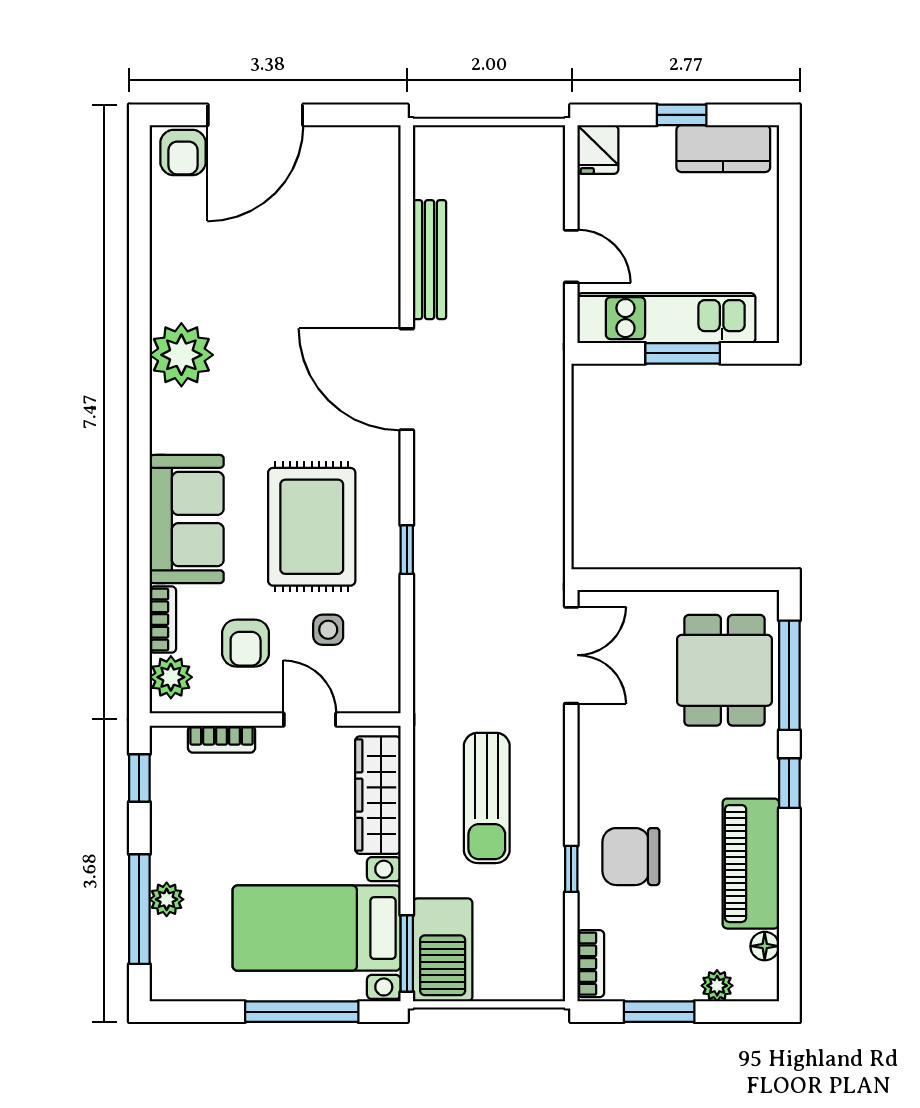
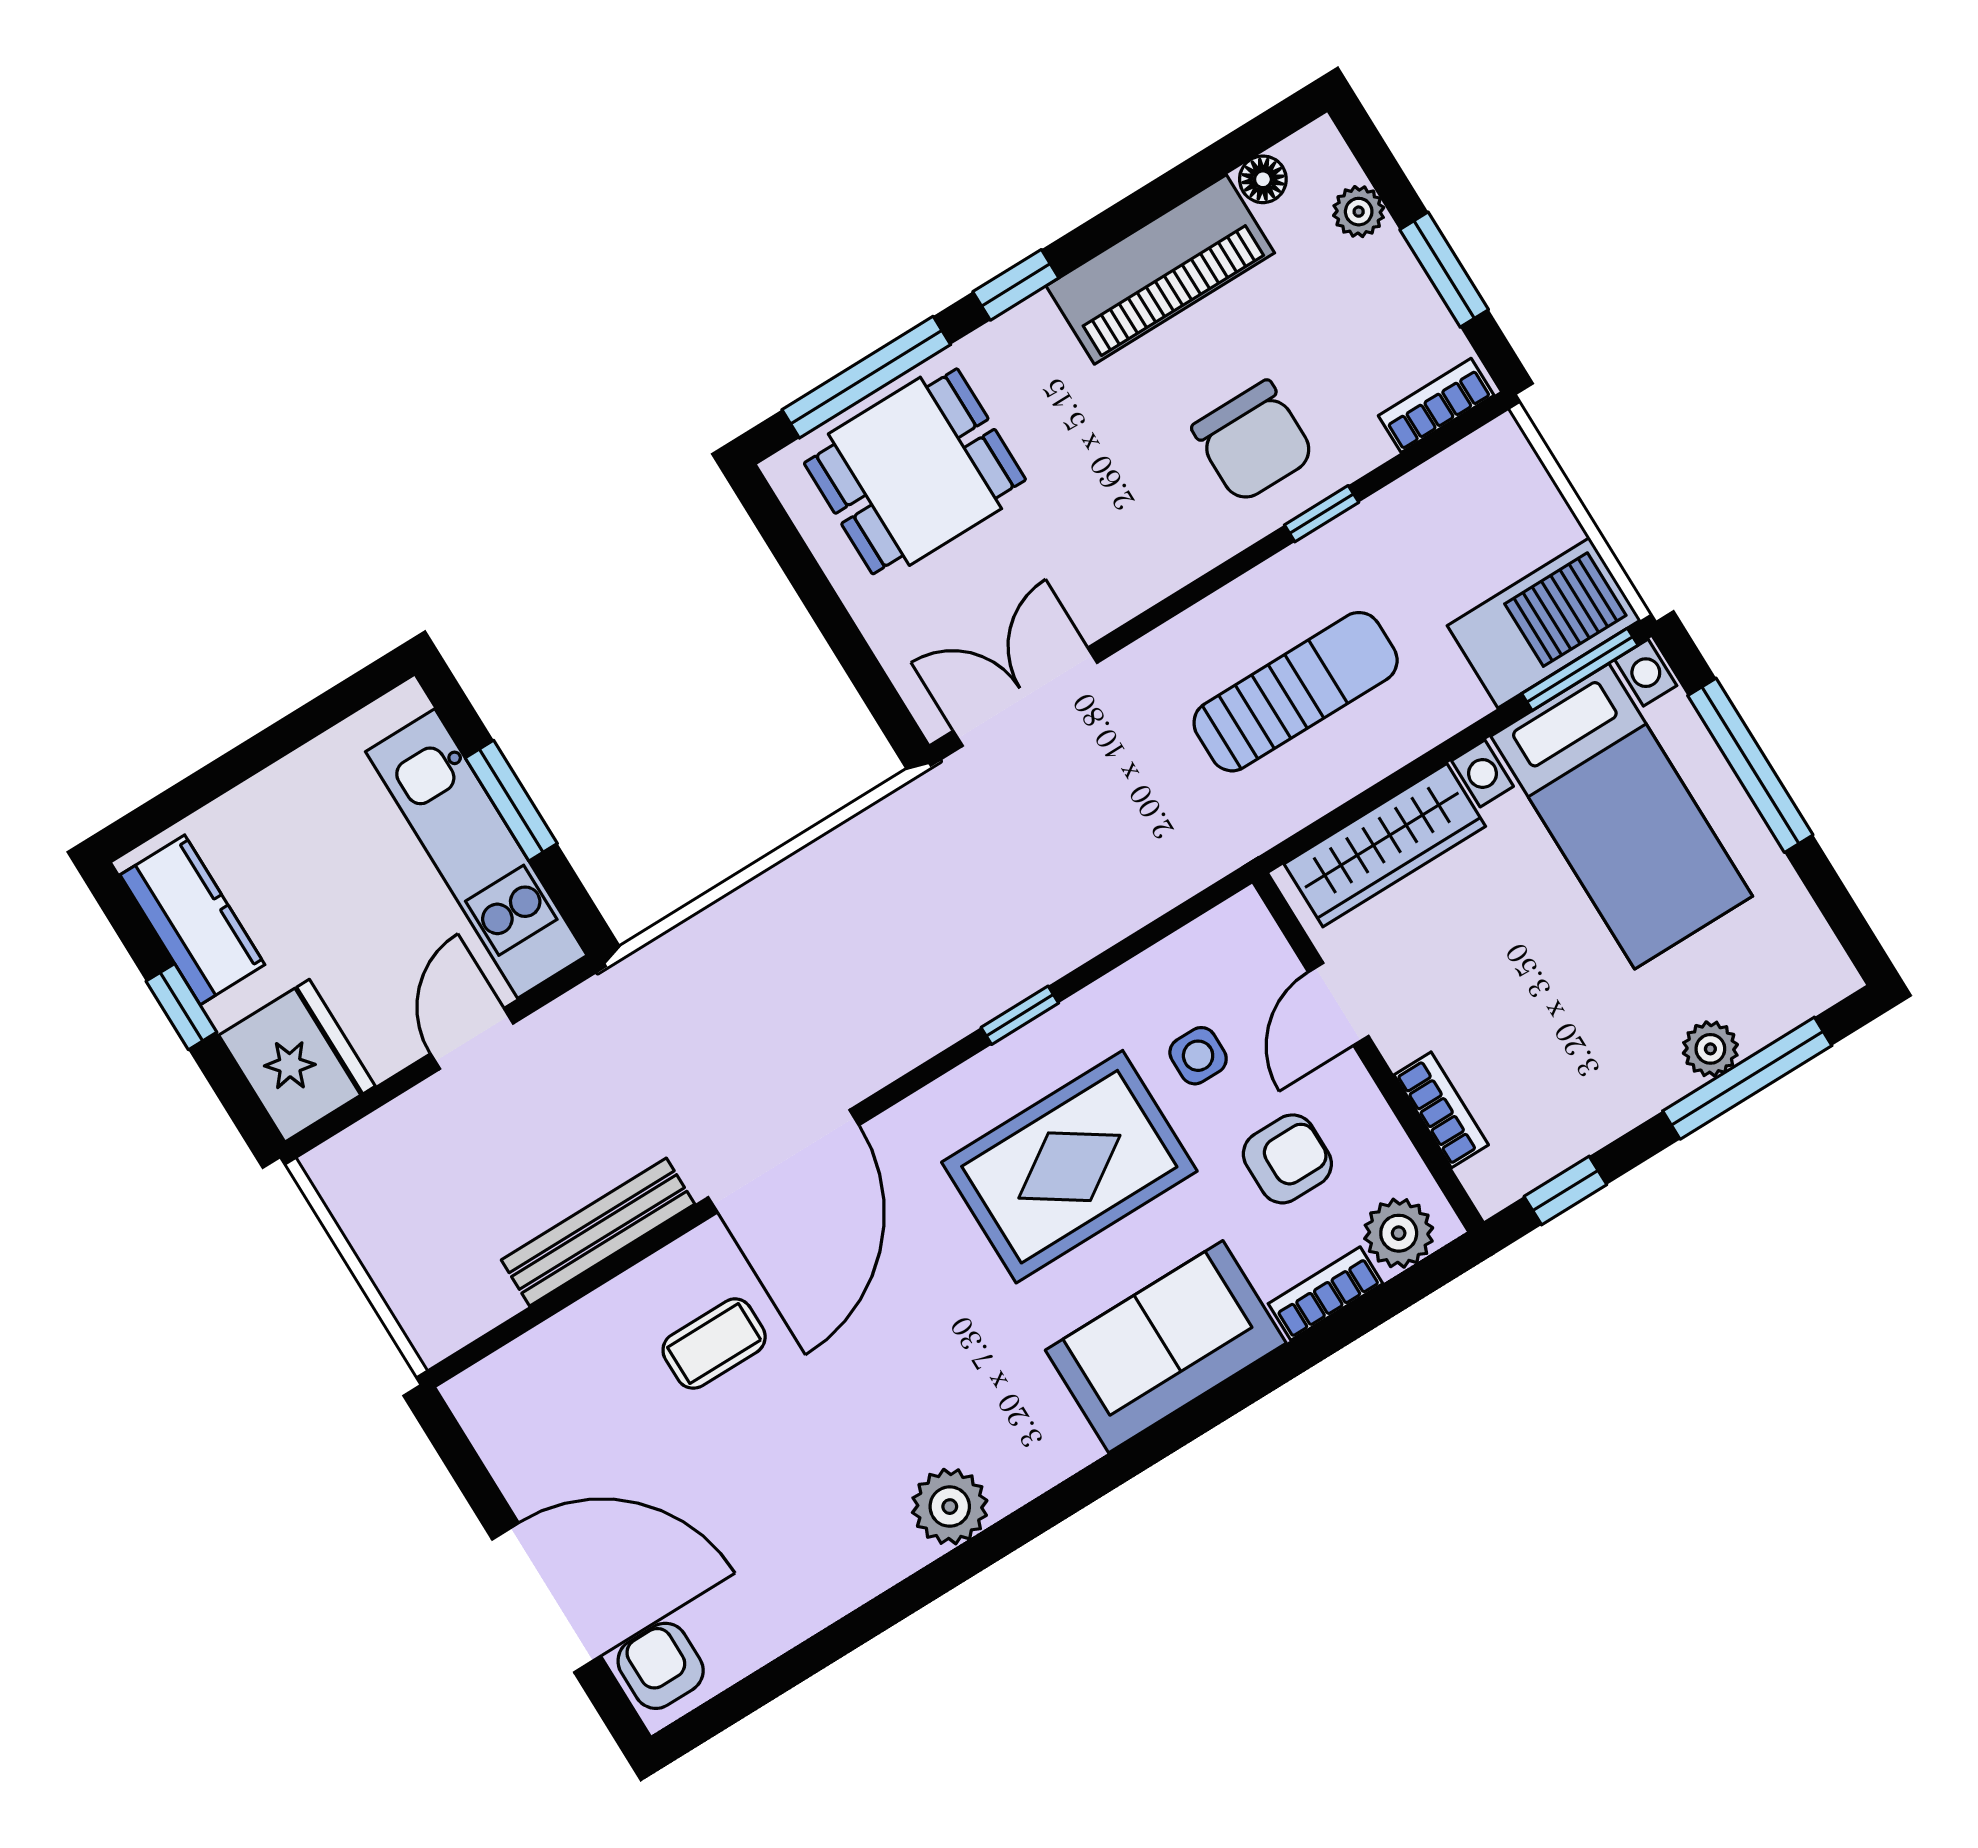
fridge: (598, 150) -> (297, 1061), width x1.88, depth x1.34
armchair: (183, 152) -> (661, 1666), turned -90
coffee table: (334, 284) -> (714, 1344), added
plant: (181, 355) -> (950, 1507), width x0.73, depth x0.73

